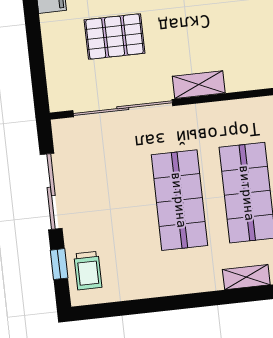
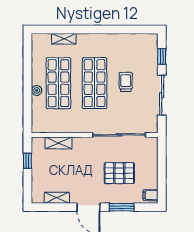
shelving: (199, 85) -> (58, 143), moved
trolley: (88, 271) -> (126, 82), moved

